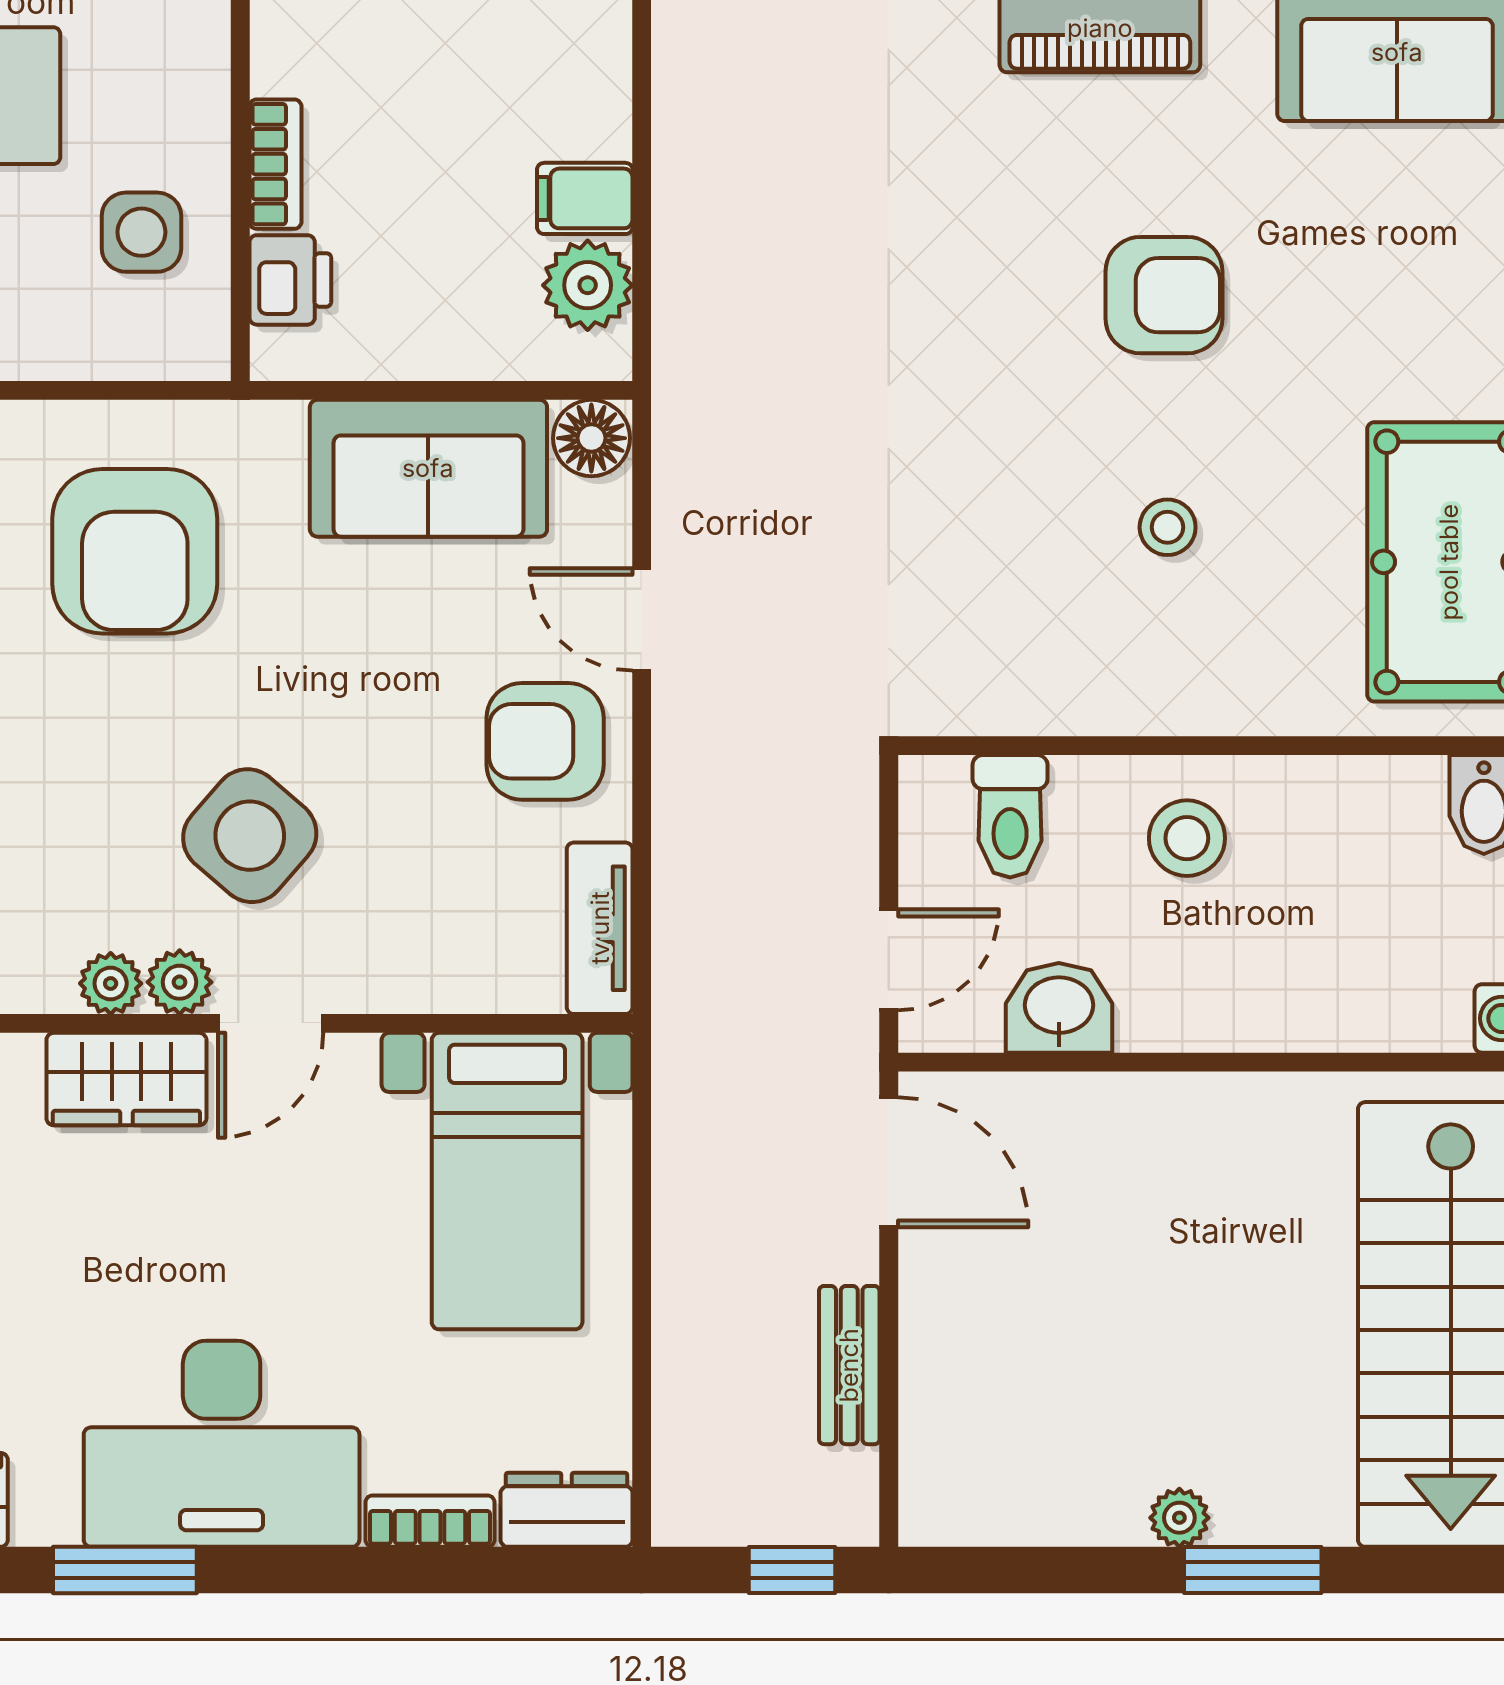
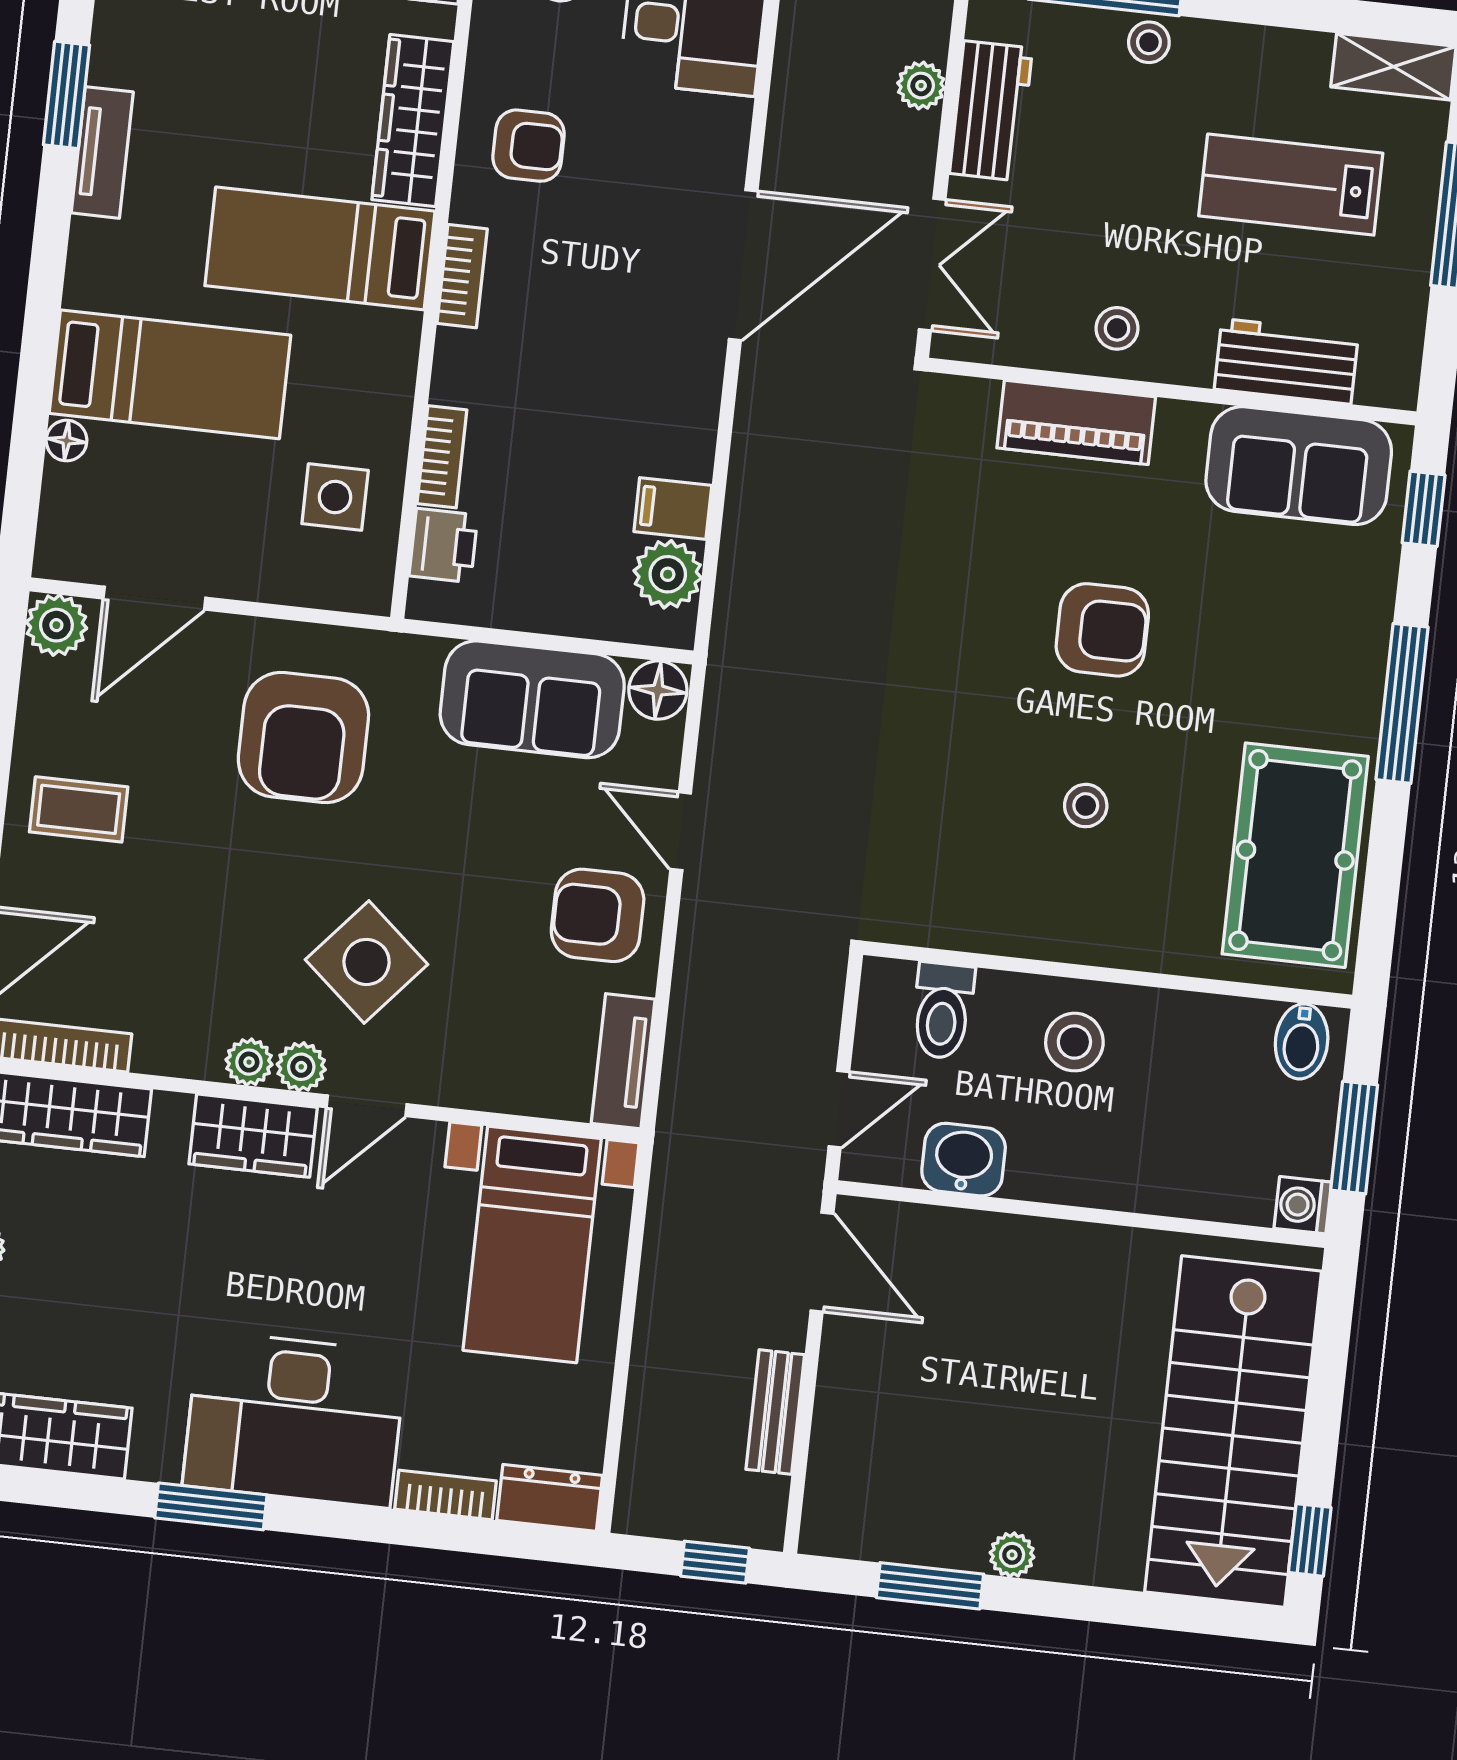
window: (1253, 1570) -> (930, 1586), moved

